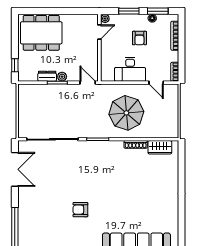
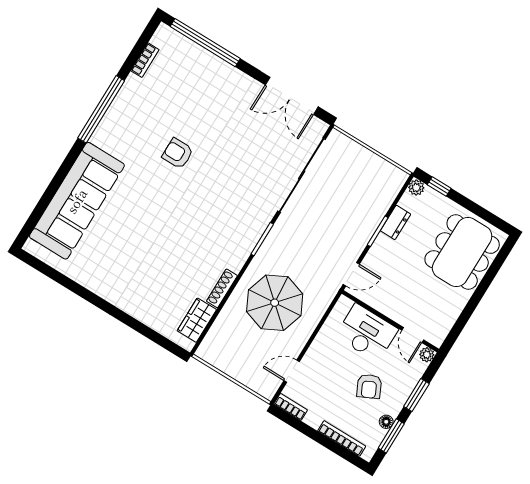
armchair: (139, 38) -> (369, 386), turned -116
desk: (130, 69) -> (367, 333), moved, turned 90
plant: (62, 77) -> (416, 188), moved
armchair: (80, 210) -> (178, 153), turned -90

